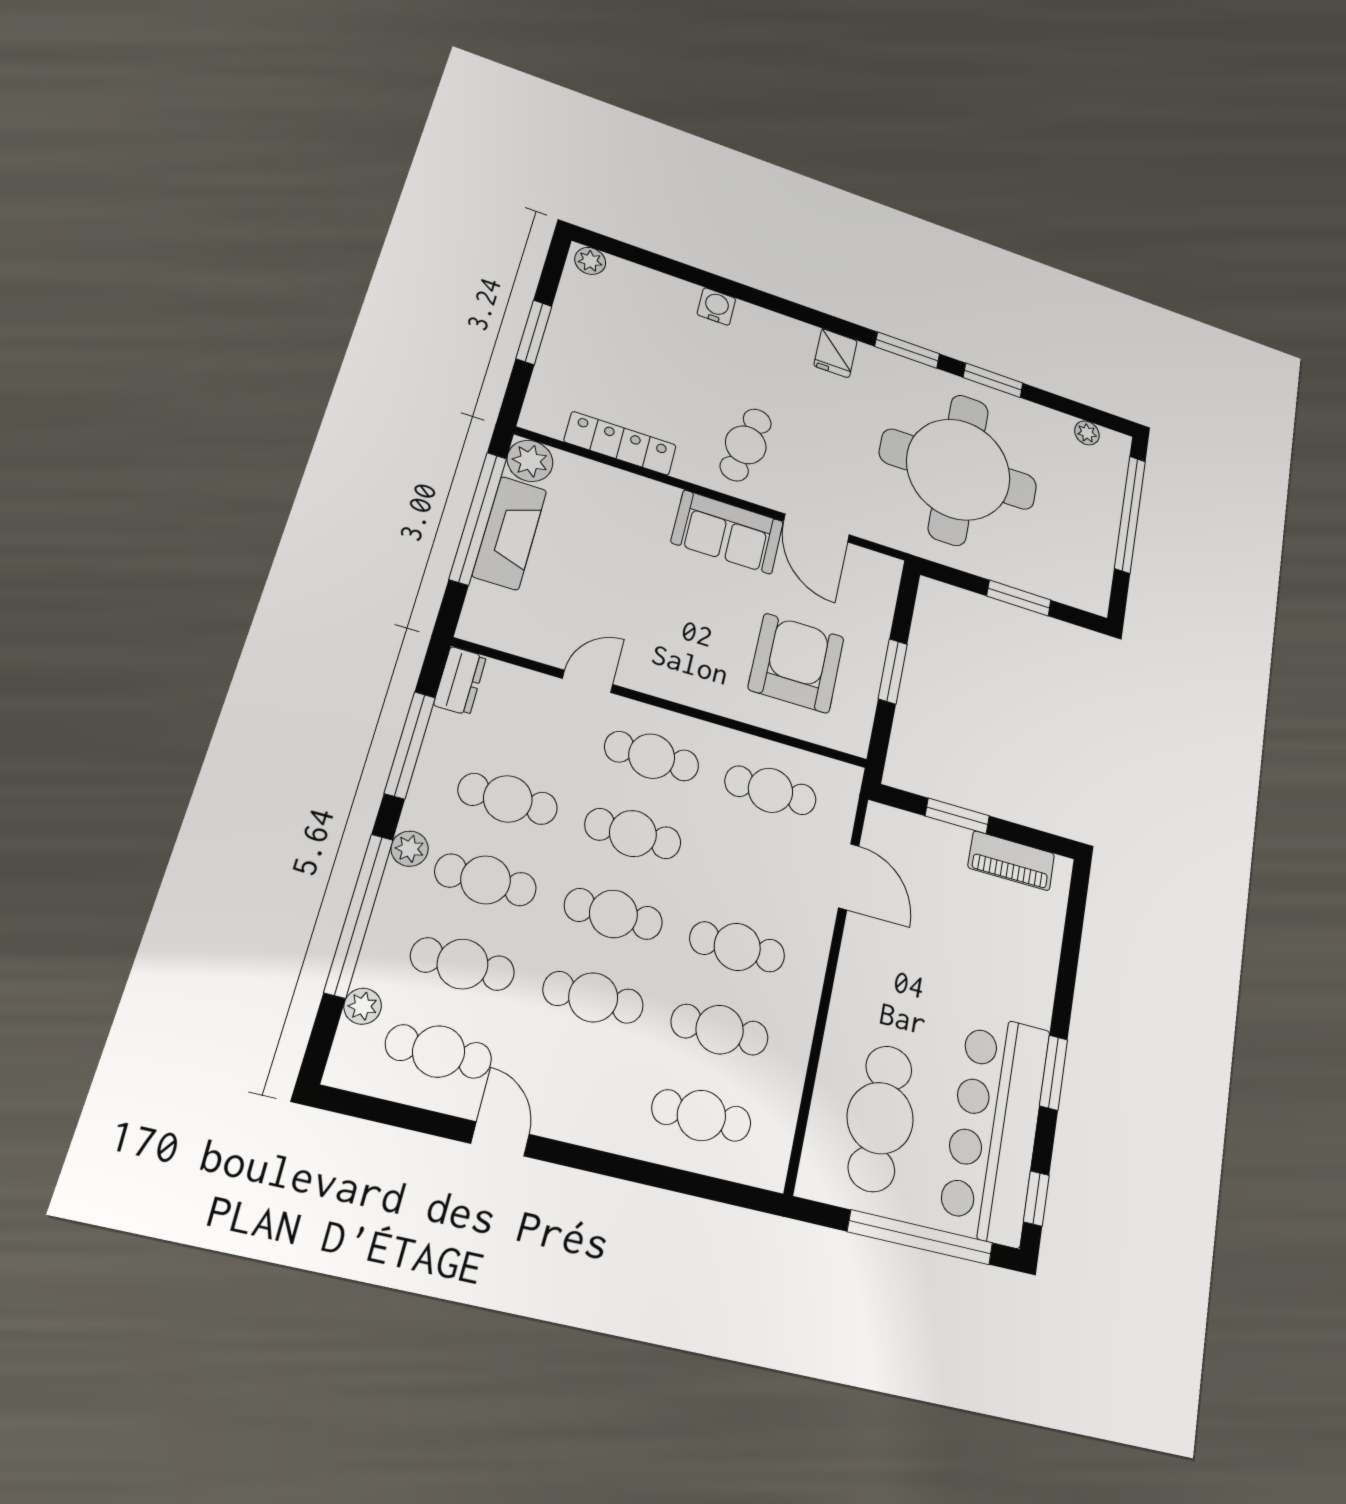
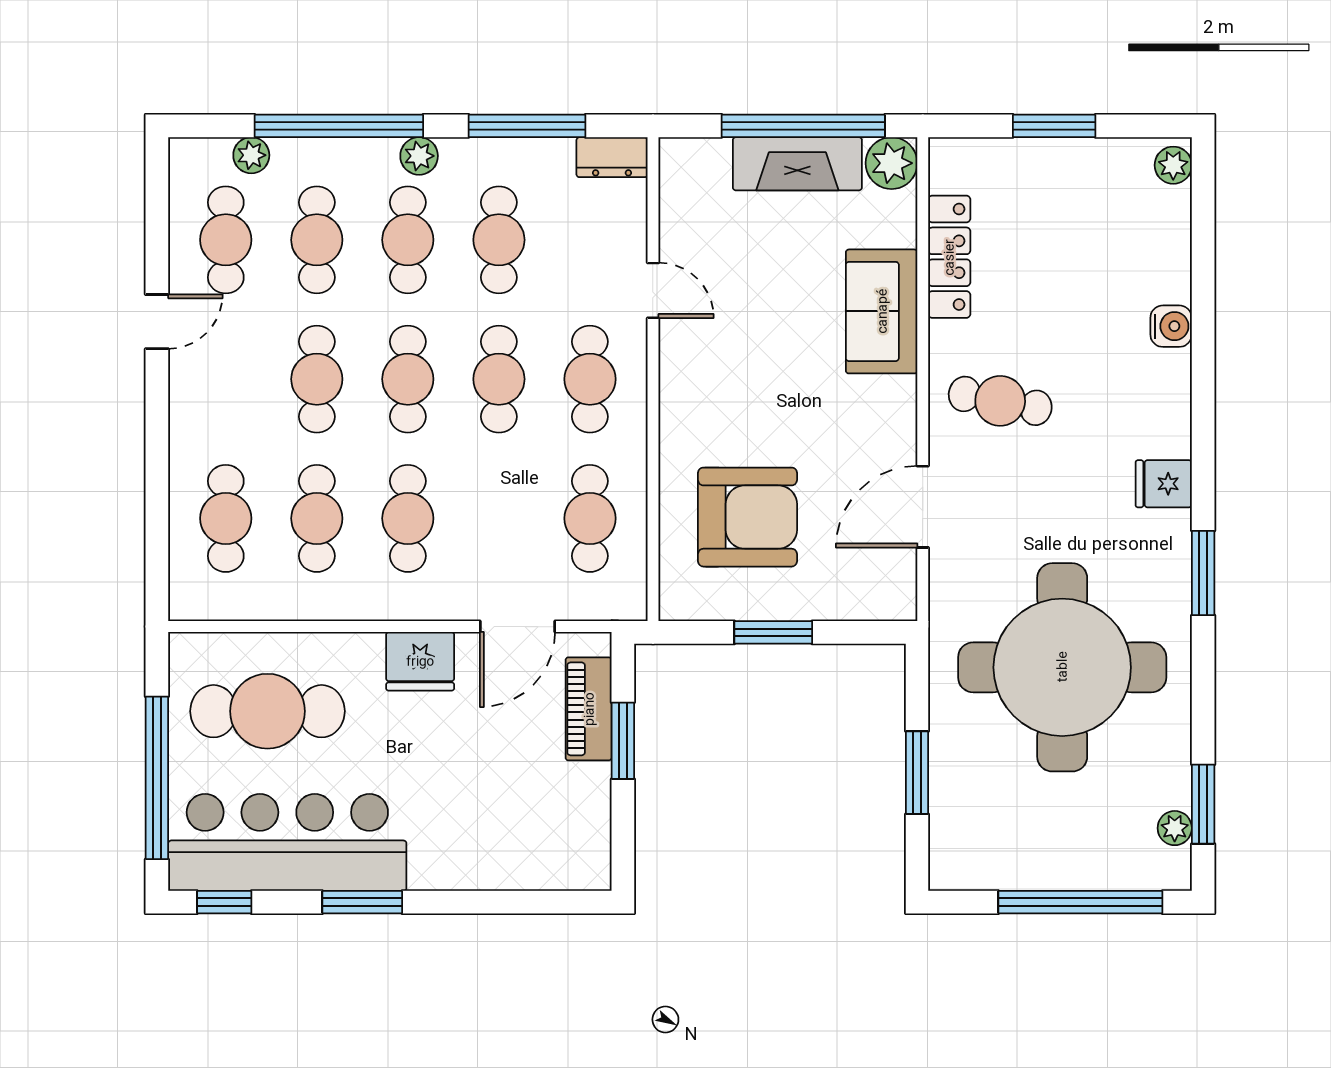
window: (993, 380) -> (1203, 804), moved
sofa: (727, 532) -> (882, 311), moved
piano: (1011, 861) -> (589, 709), moved
fridge: (862, 969) -> (420, 661), added

